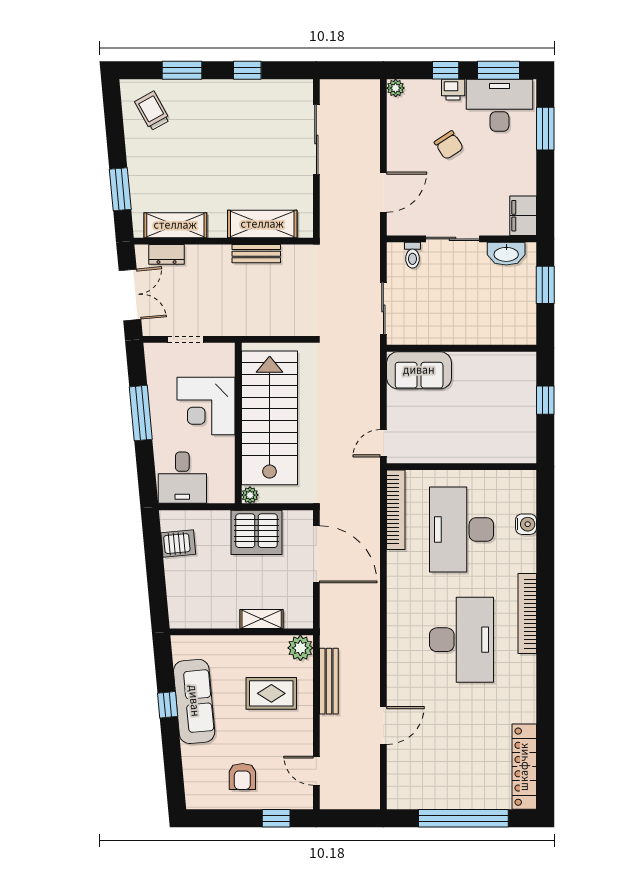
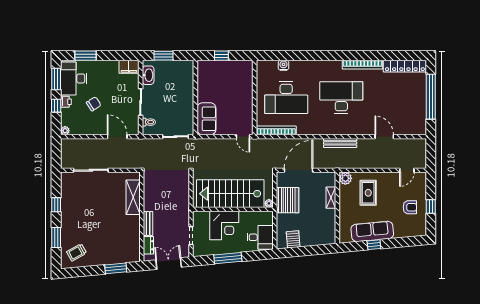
shelving: (175, 225) -> (134, 241), removed
bench: (256, 254) -> (148, 223), moved
bookcase: (527, 614) -> (362, 65), moved
bench: (329, 681) -> (340, 143), moved
window: (276, 818) -> (431, 206), moved

